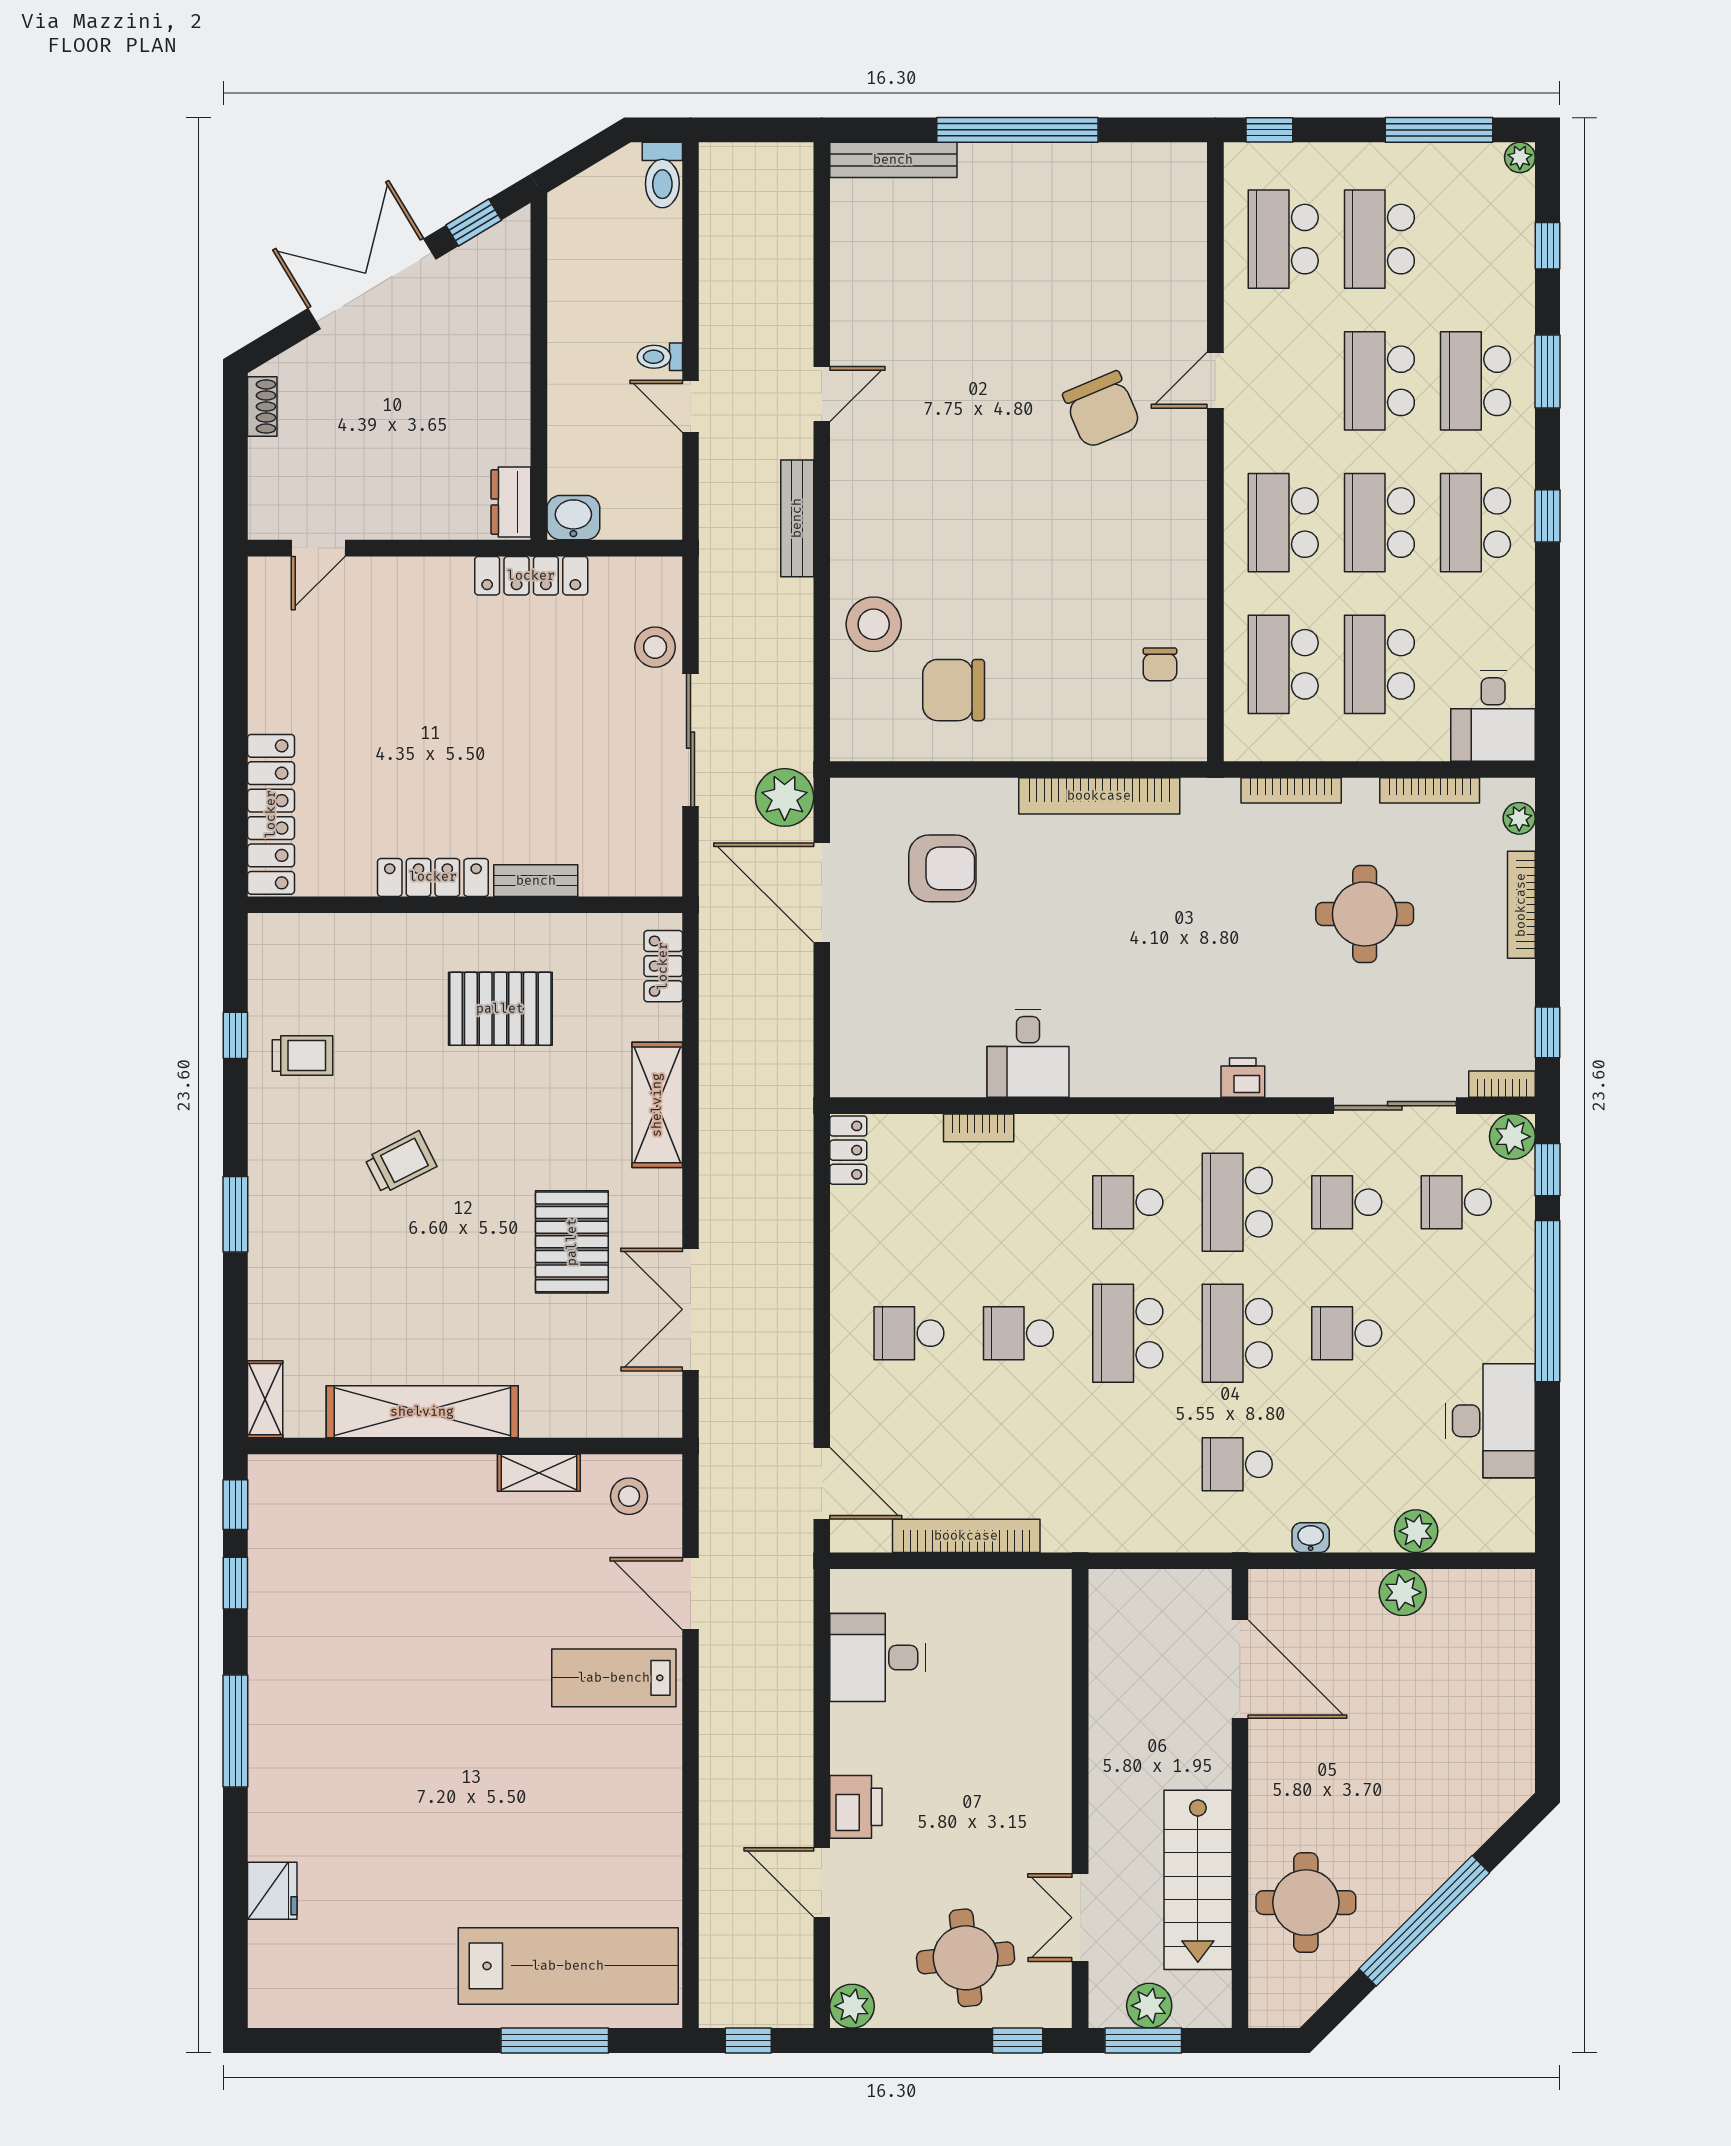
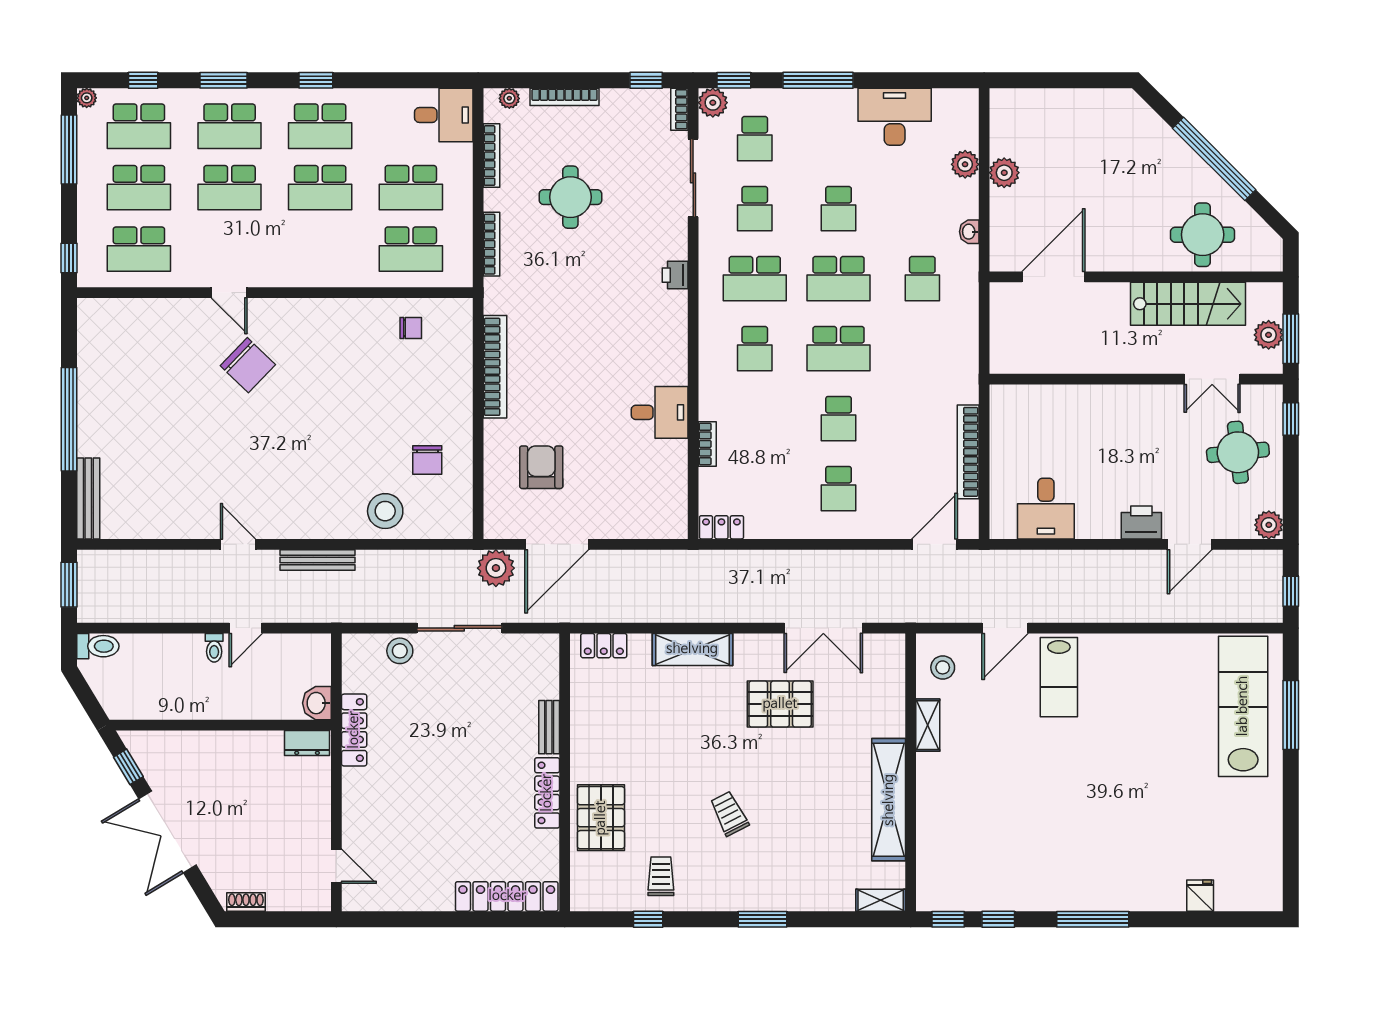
window: (759, 130) -> (69, 585), added
chair: (1102, 410) -> (248, 365), turned 67
school desk: (1283, 523) -> (139, 126), moved
chair: (954, 690) -> (427, 460), width x0.73, depth x0.73
pallet: (500, 1009) -> (601, 818), moved
window: (1547, 1301) -> (818, 80), width x0.68
fridge: (272, 1891) -> (1200, 896), width x0.72

